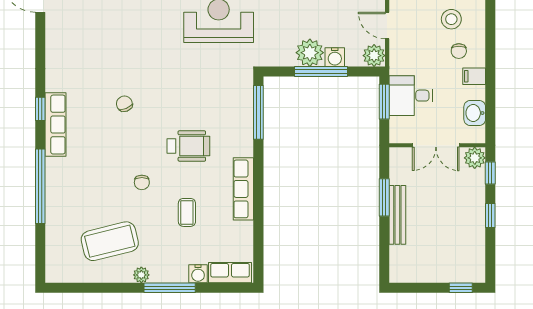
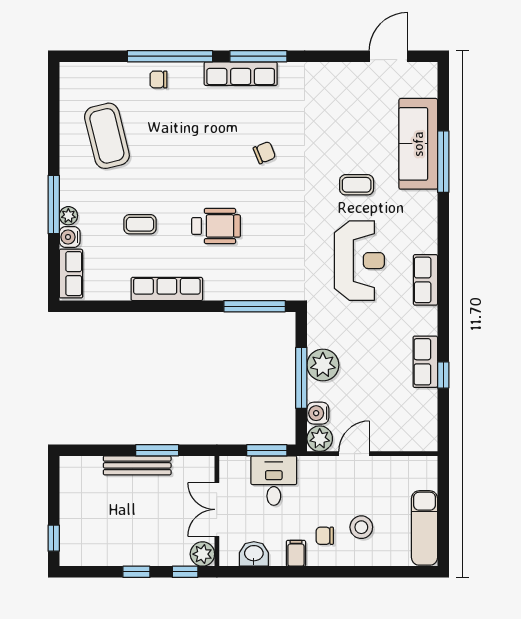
coffee table: (152, 23) -> (357, 185), added
water cooler: (335, 57) -> (318, 413), moved
window: (40, 109) -> (258, 56), width x2.17
wheelchair: (188, 146) -> (216, 226), turned -90
chair: (142, 182) -> (158, 79), moved
plant: (141, 275) -> (68, 216), moved

